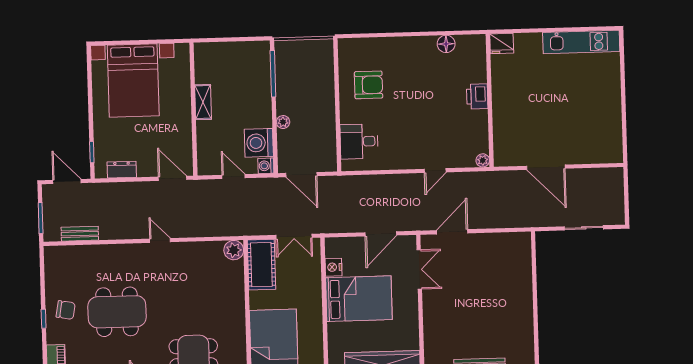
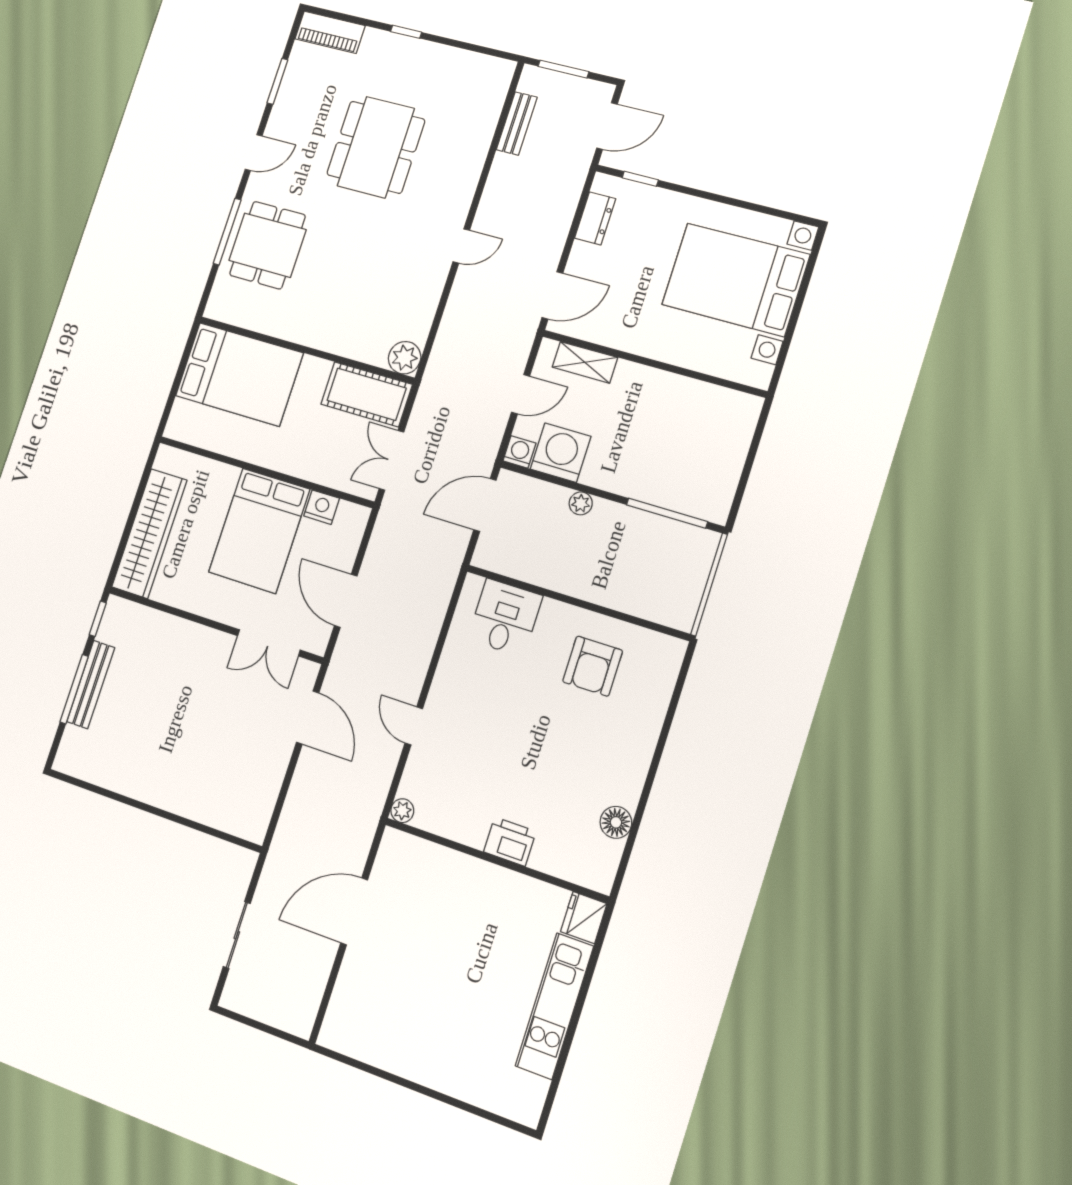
kitchen unit: (581, 42) -> (555, 1006), moved
shelving: (203, 102) -> (585, 362), moved
chair: (66, 310) -> (407, 69), removed

